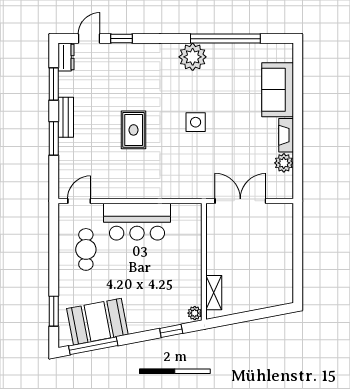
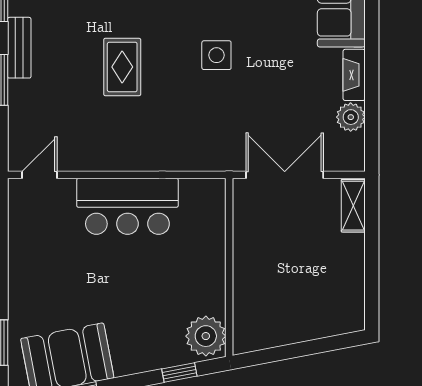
cafe table: (86, 249) -> (50, 249), removed
shelving: (214, 293) -> (353, 206), moved
plant: (195, 313) -> (206, 336), width x1.88, depth x1.88

